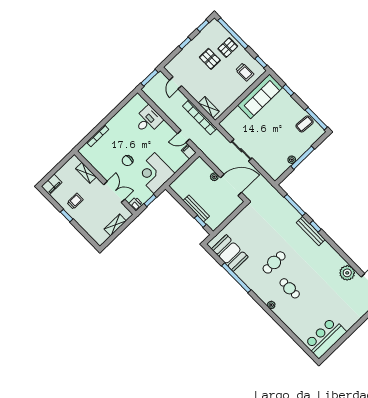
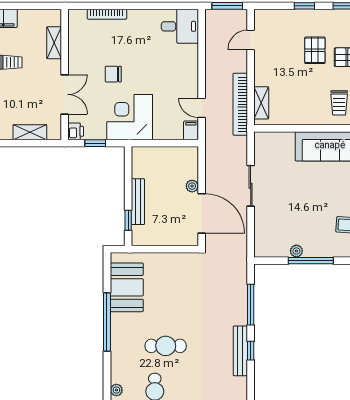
desk: (148, 120) -> (180, 26), moved

